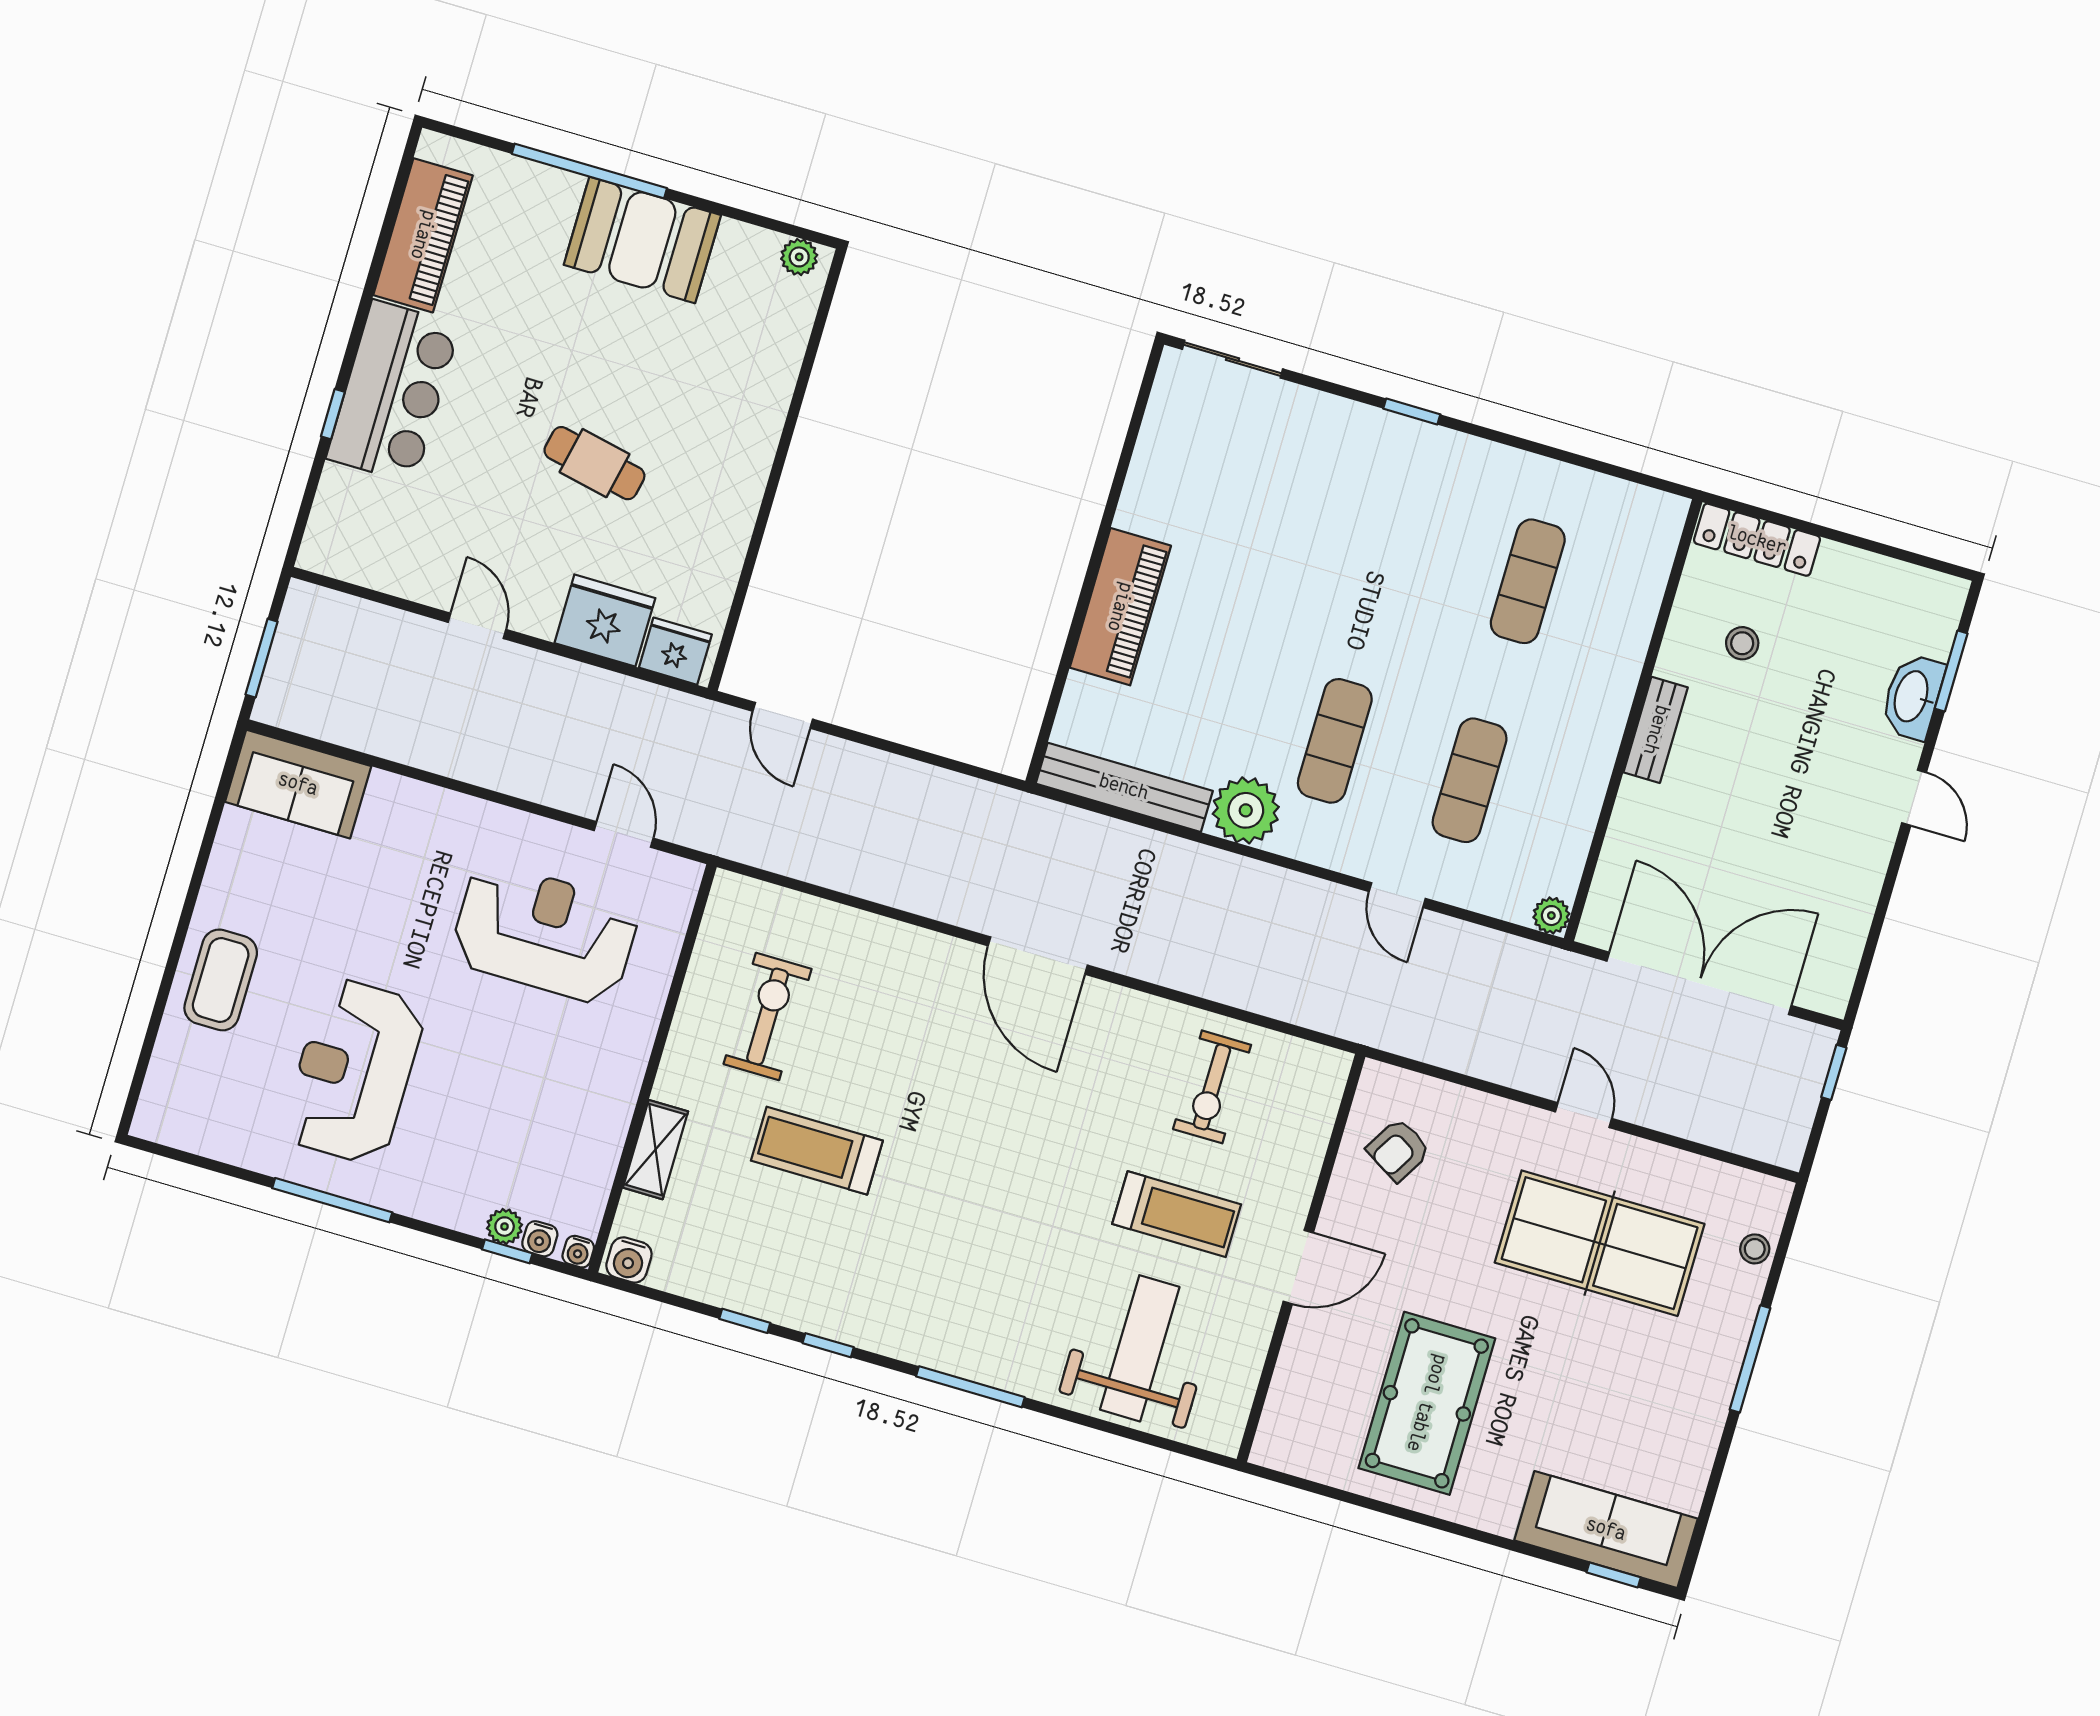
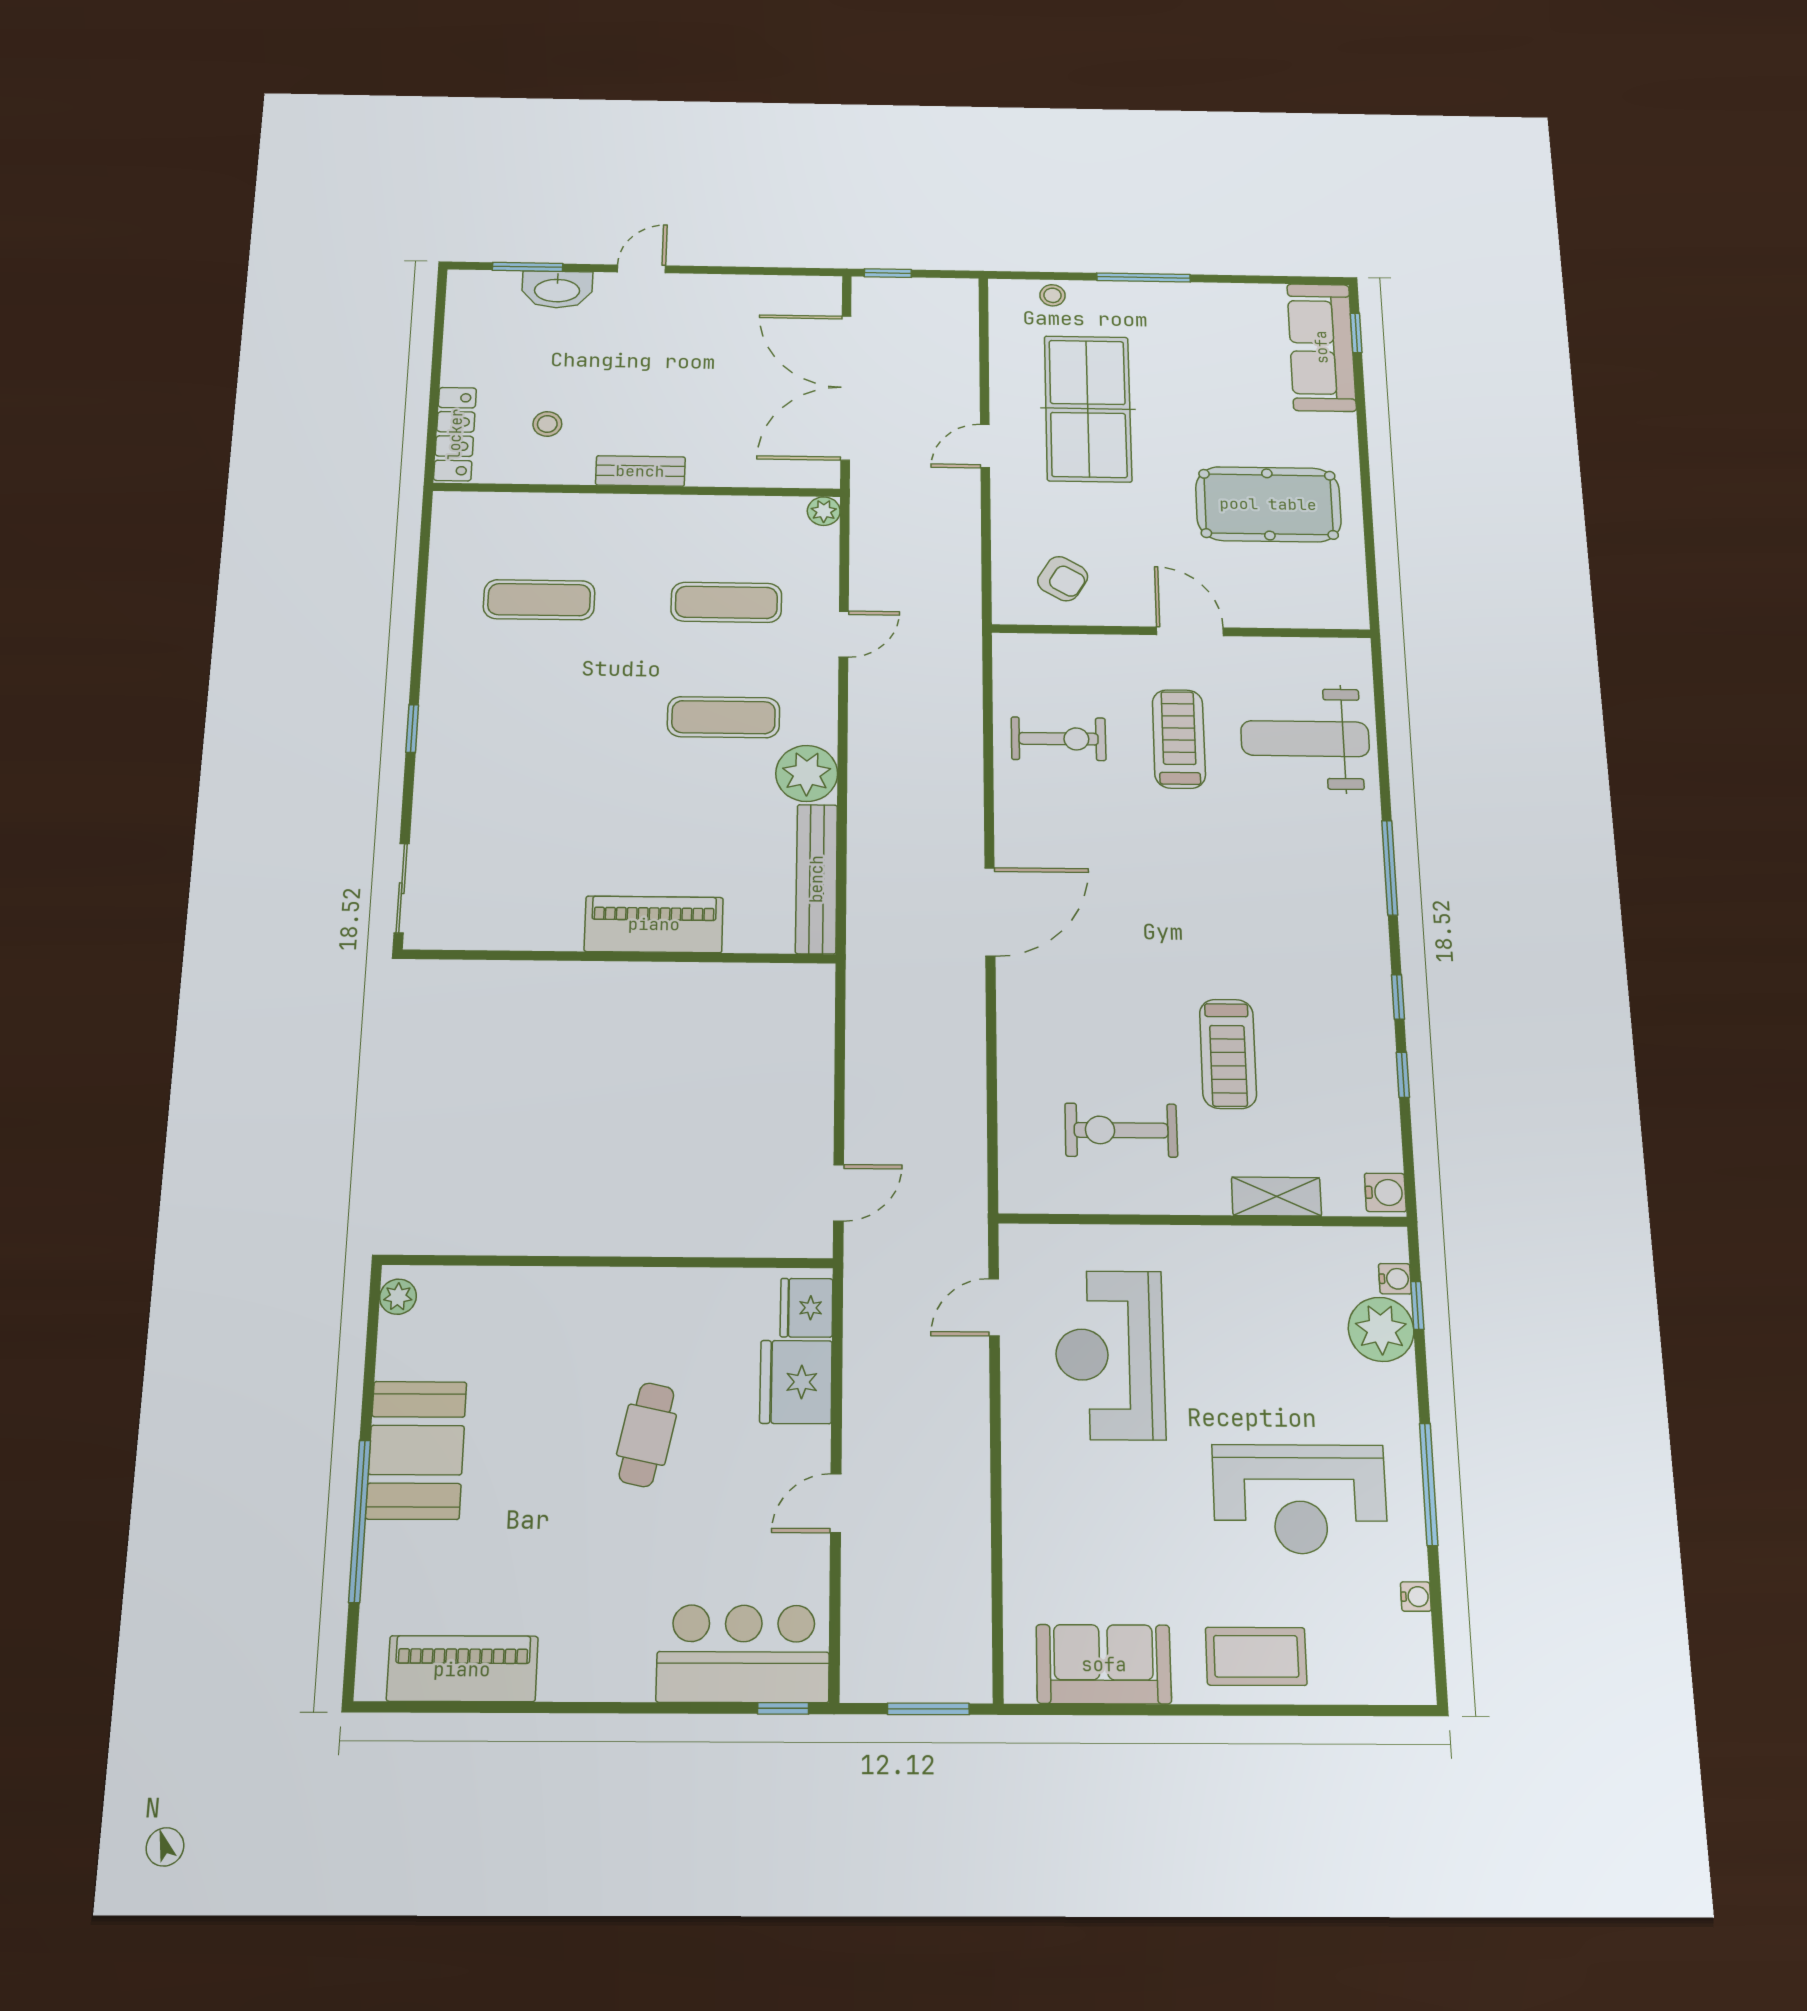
bar counter: (393, 392) -> (743, 1654), moved
window: (333, 414) -> (783, 1708), moved
sofa: (298, 784) -> (1104, 1664), moved, turned -90
plant: (505, 1227) -> (1381, 1329), width x1.88, depth x1.88
water cooler: (578, 1252) -> (1416, 1597), moved

